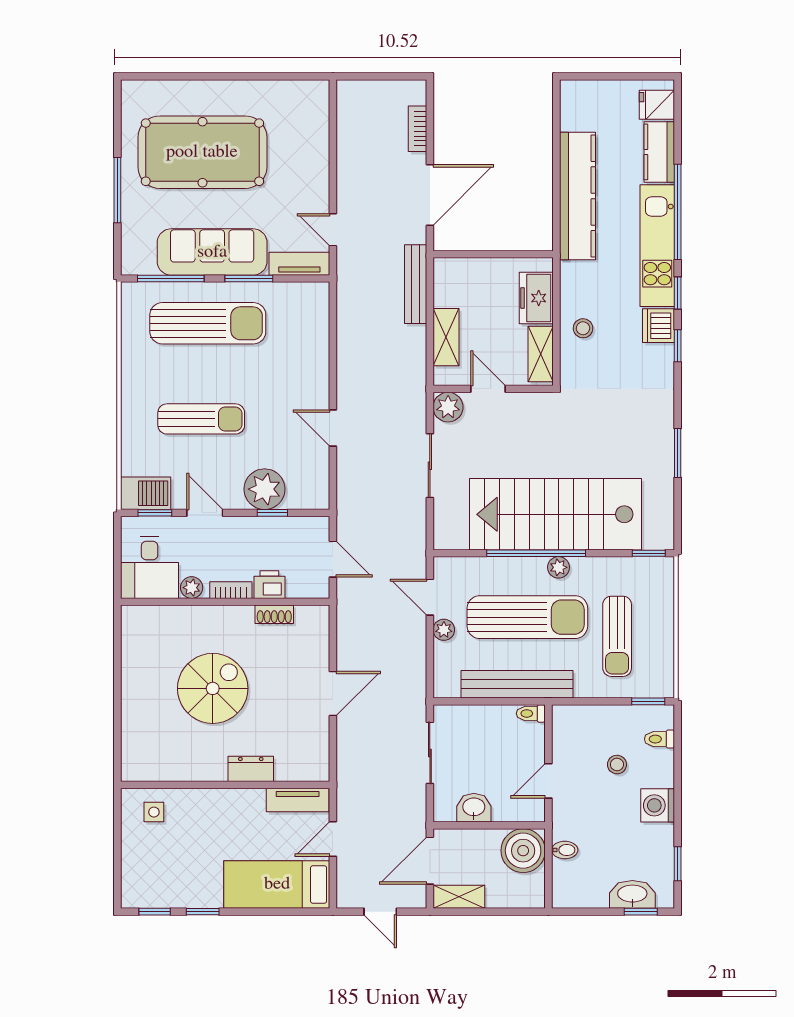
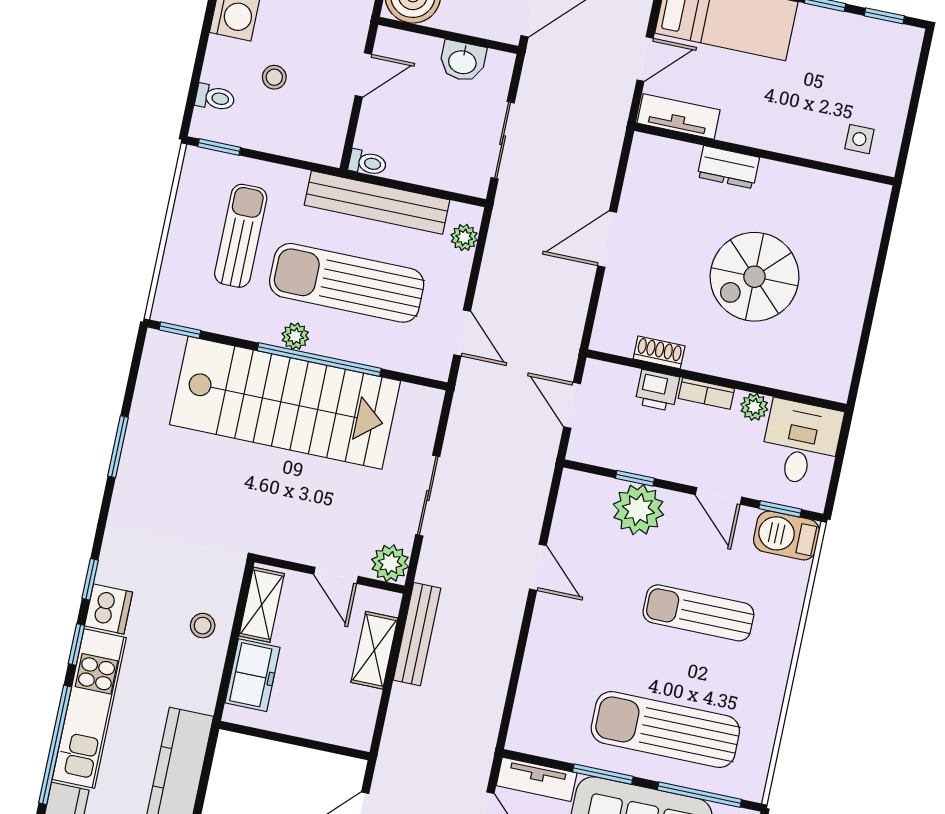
bench: (416, 284) -> (417, 634), moved
plant: (444, 630) -> (464, 237), moved

